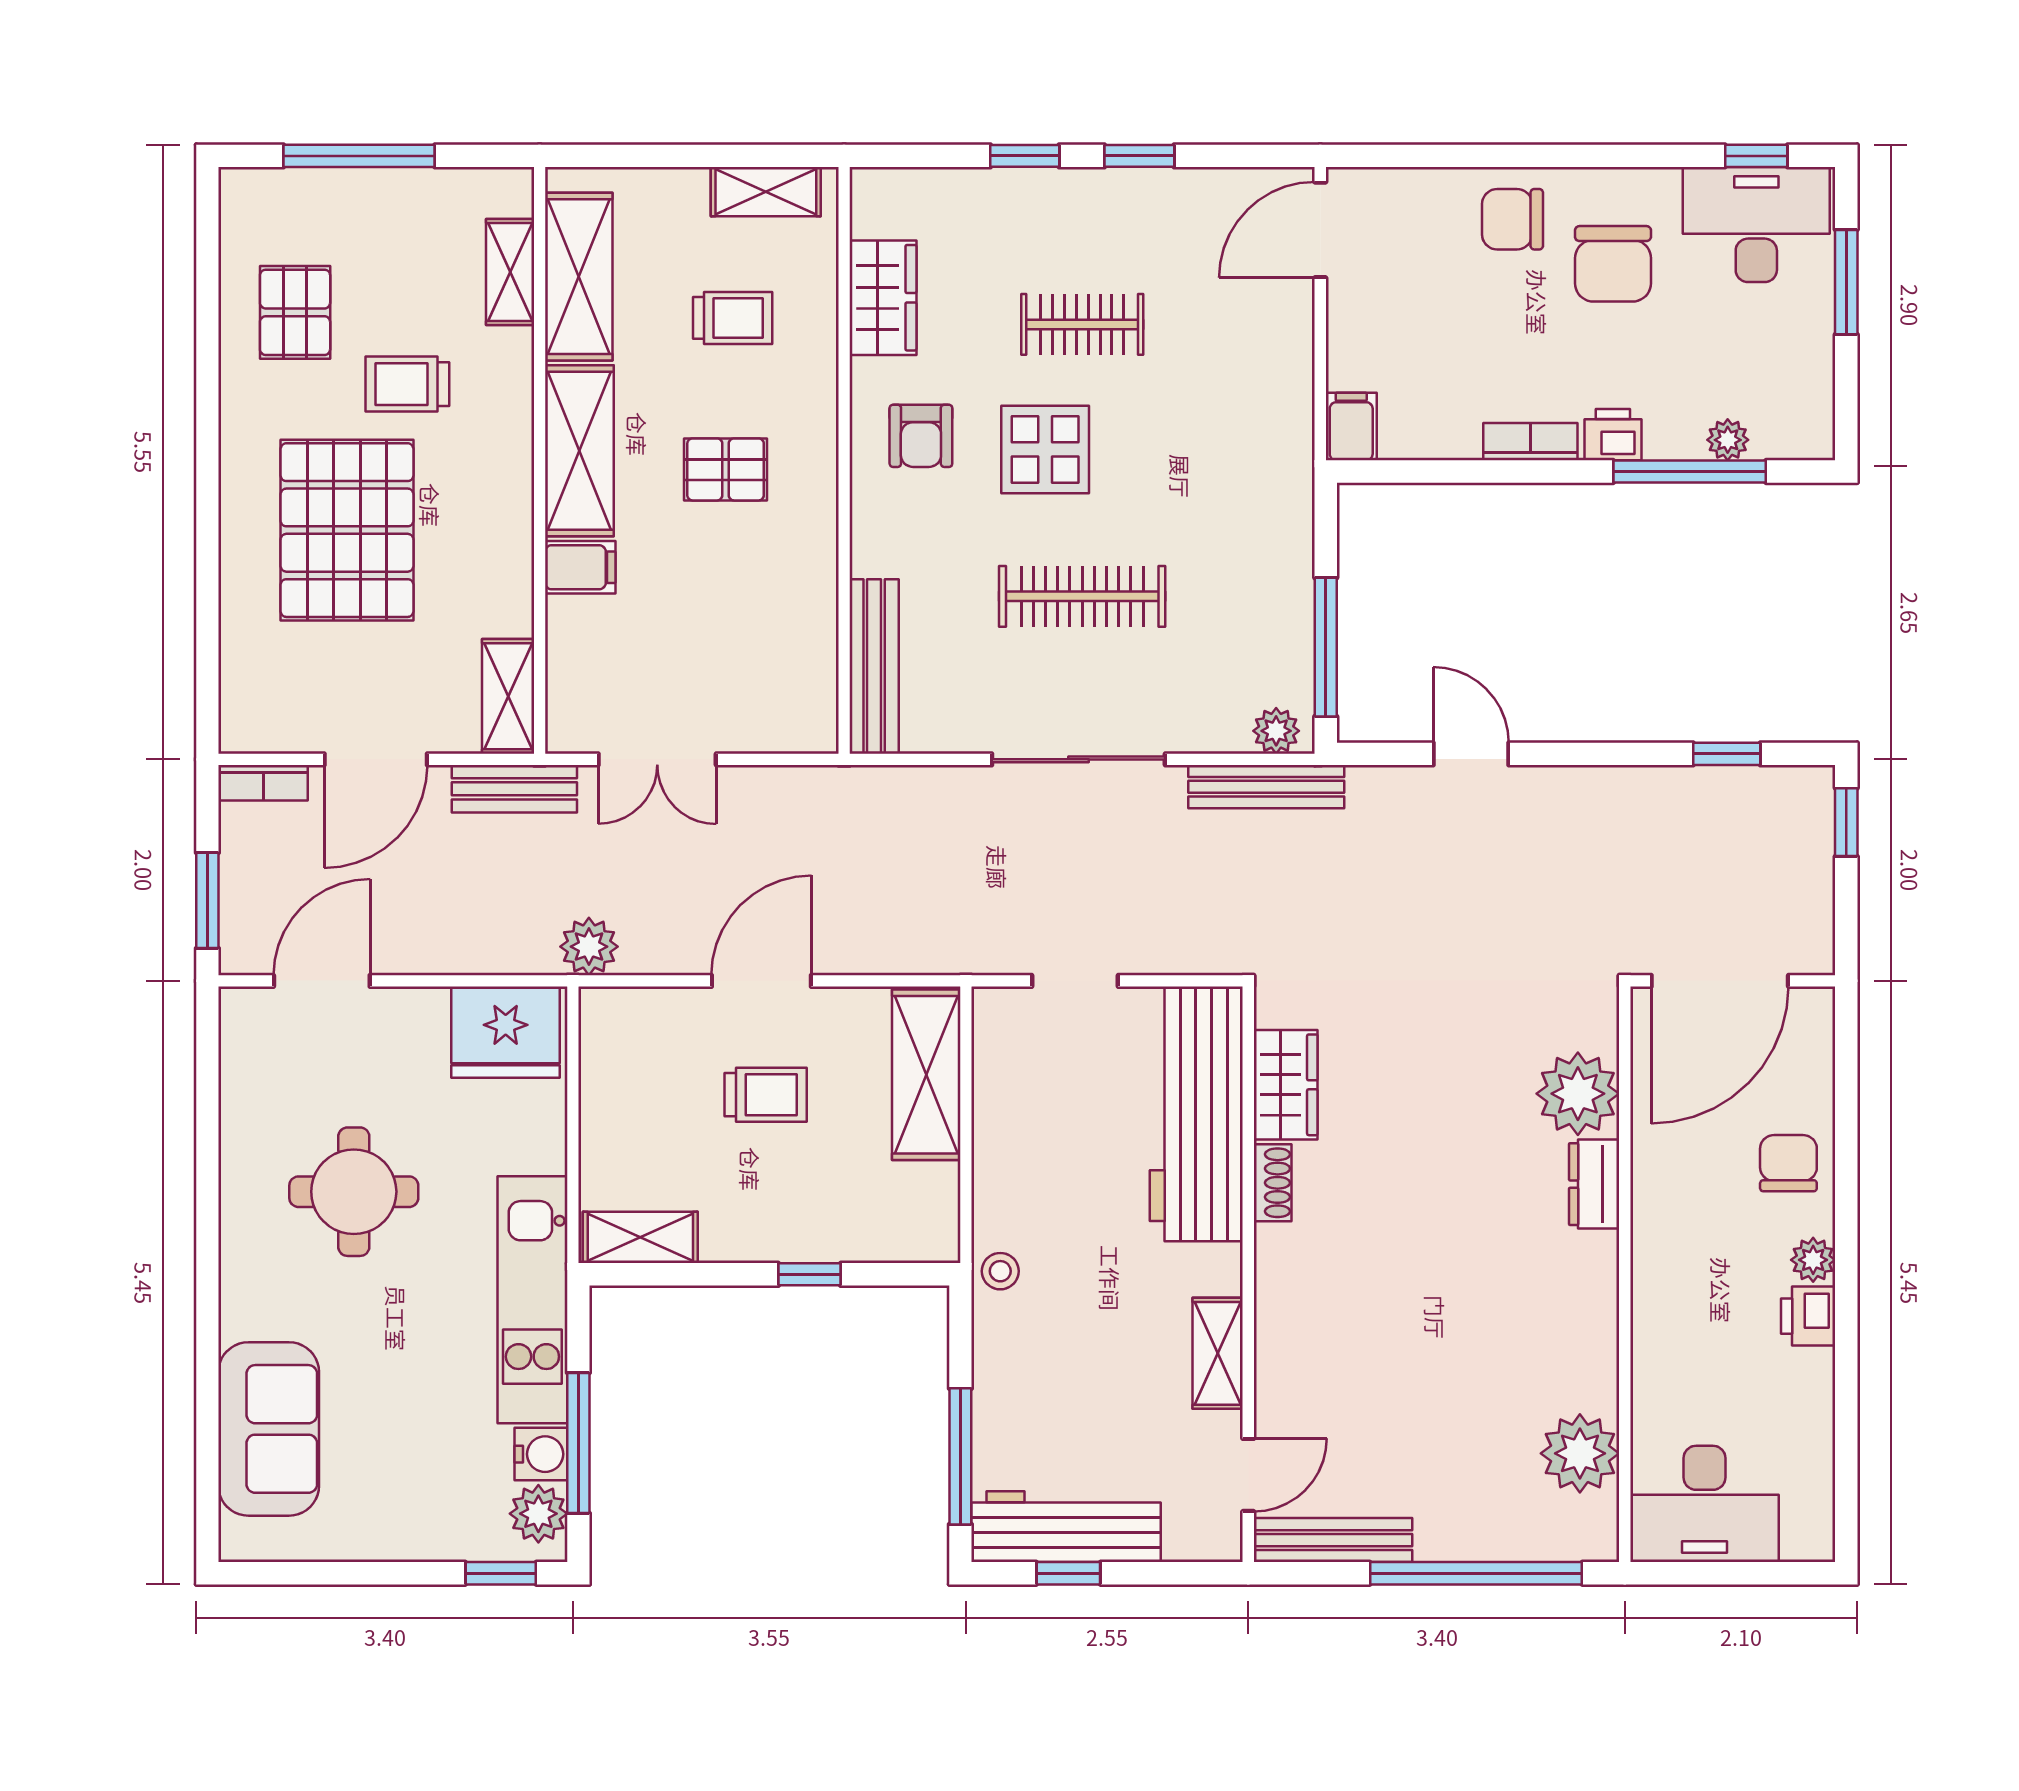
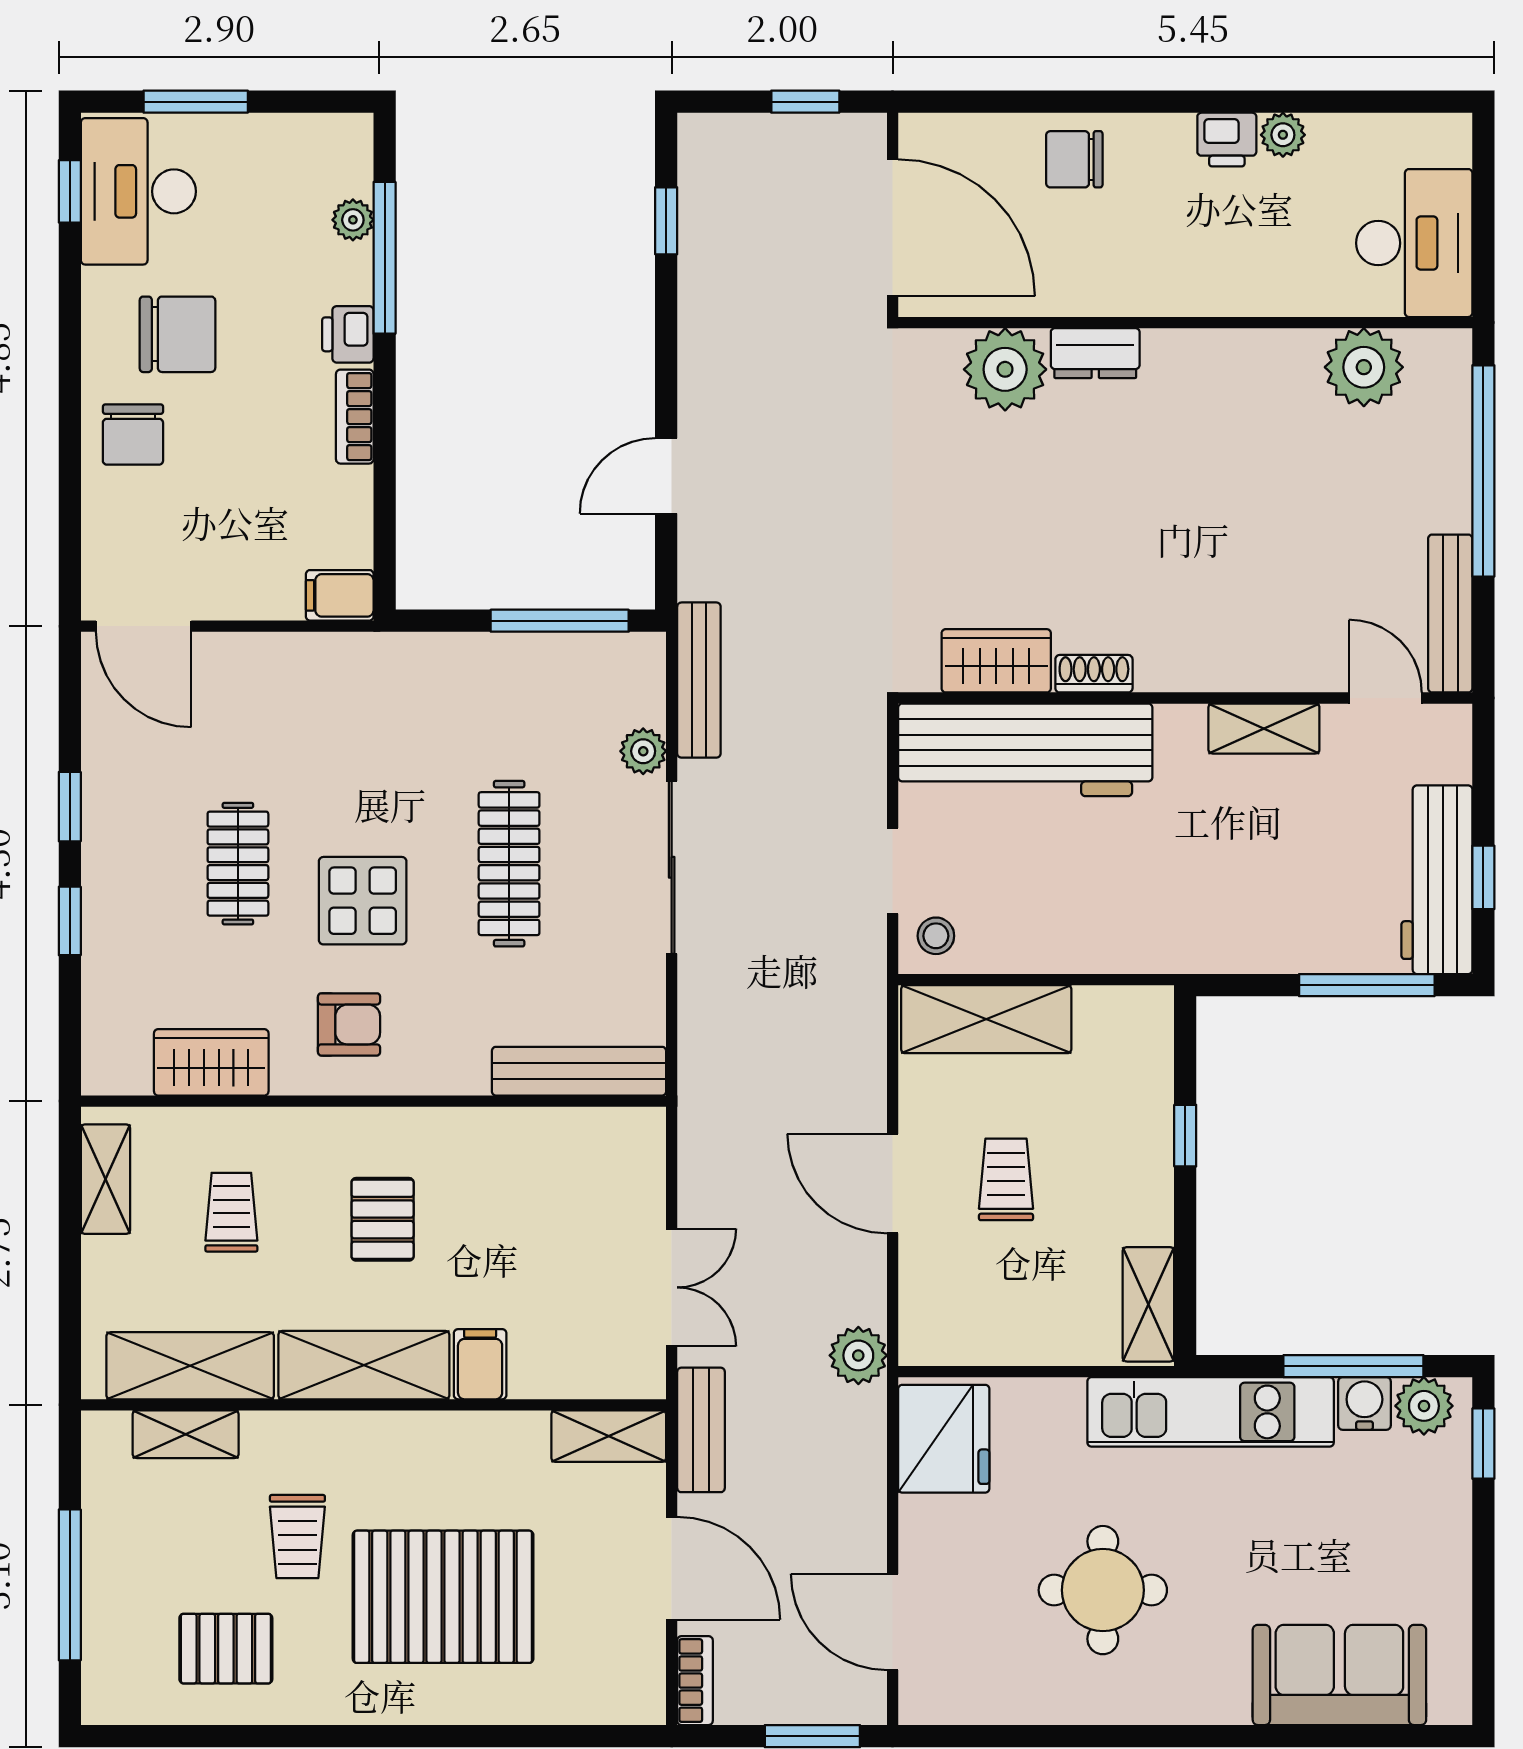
plant: (1276, 731) -> (643, 751), moved
window: (1846, 822) -> (805, 102), moved
plant: (1813, 1260) -> (1283, 135), moved
stool: (1000, 1271) -> (936, 936), moved

